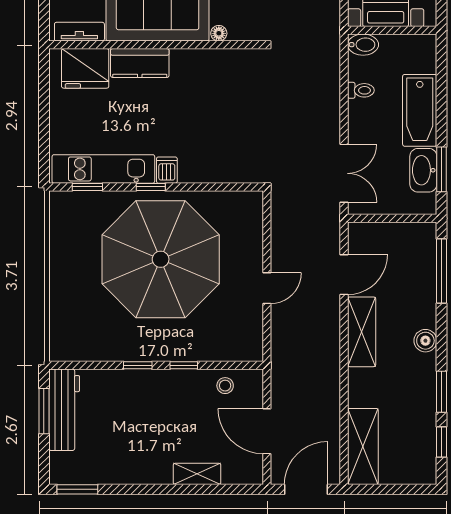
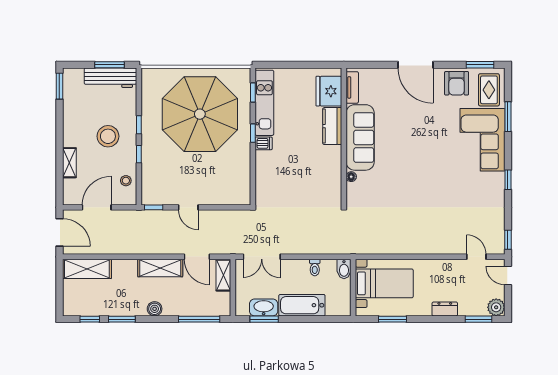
shelving: (373, 233) -> (223, 275), added
parasol: (161, 259) -> (200, 114), moved
window: (267, 342) -> (154, 207), added
stool: (156, 414) -> (108, 136), added

